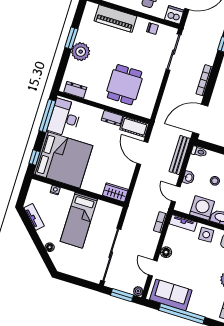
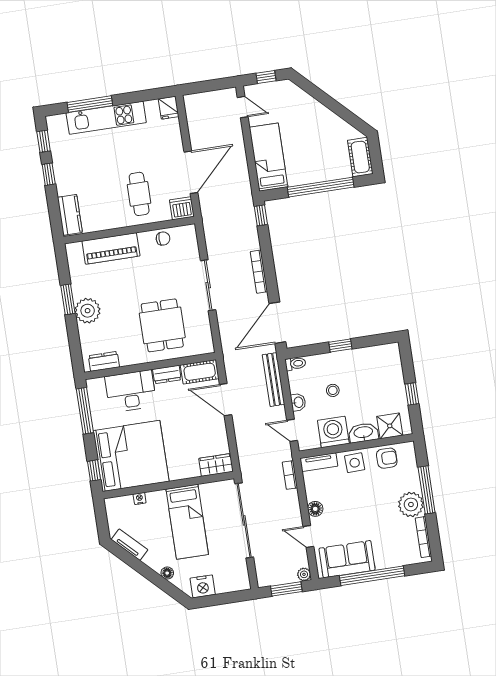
sliding door: (174, 52) -> (208, 285), moved
desk: (65, 118) -> (131, 391), moved, turned 90
sliding door: (111, 255) -> (244, 520), moved
nightstand: (68, 267) -> (203, 586), added

